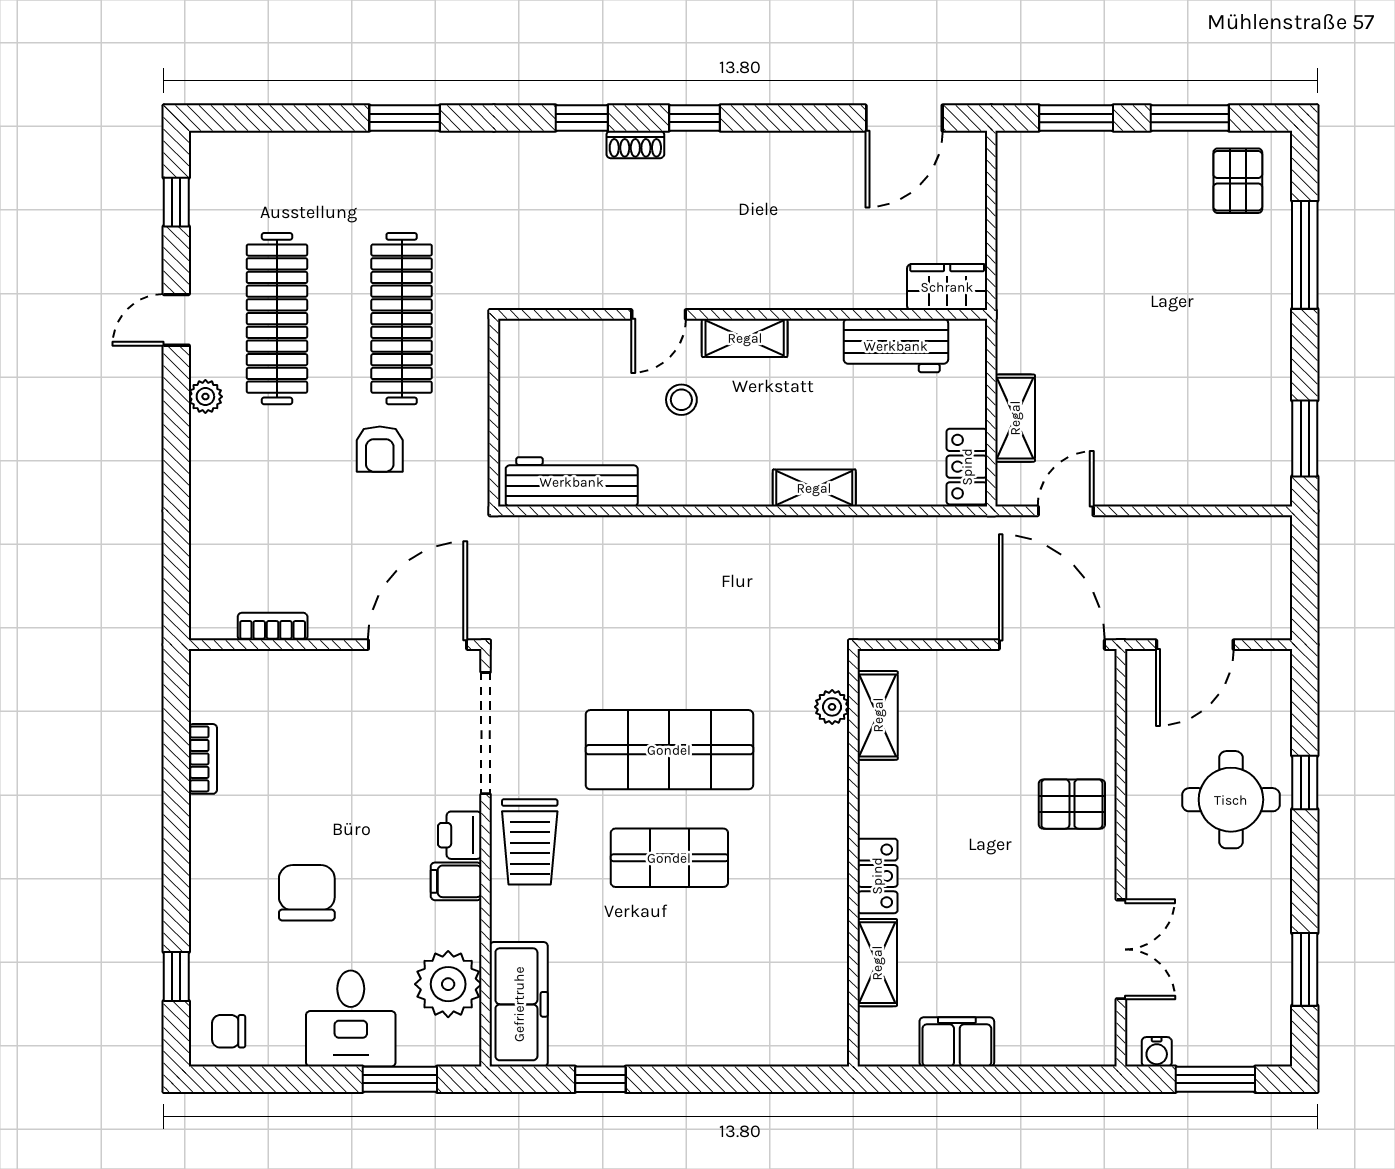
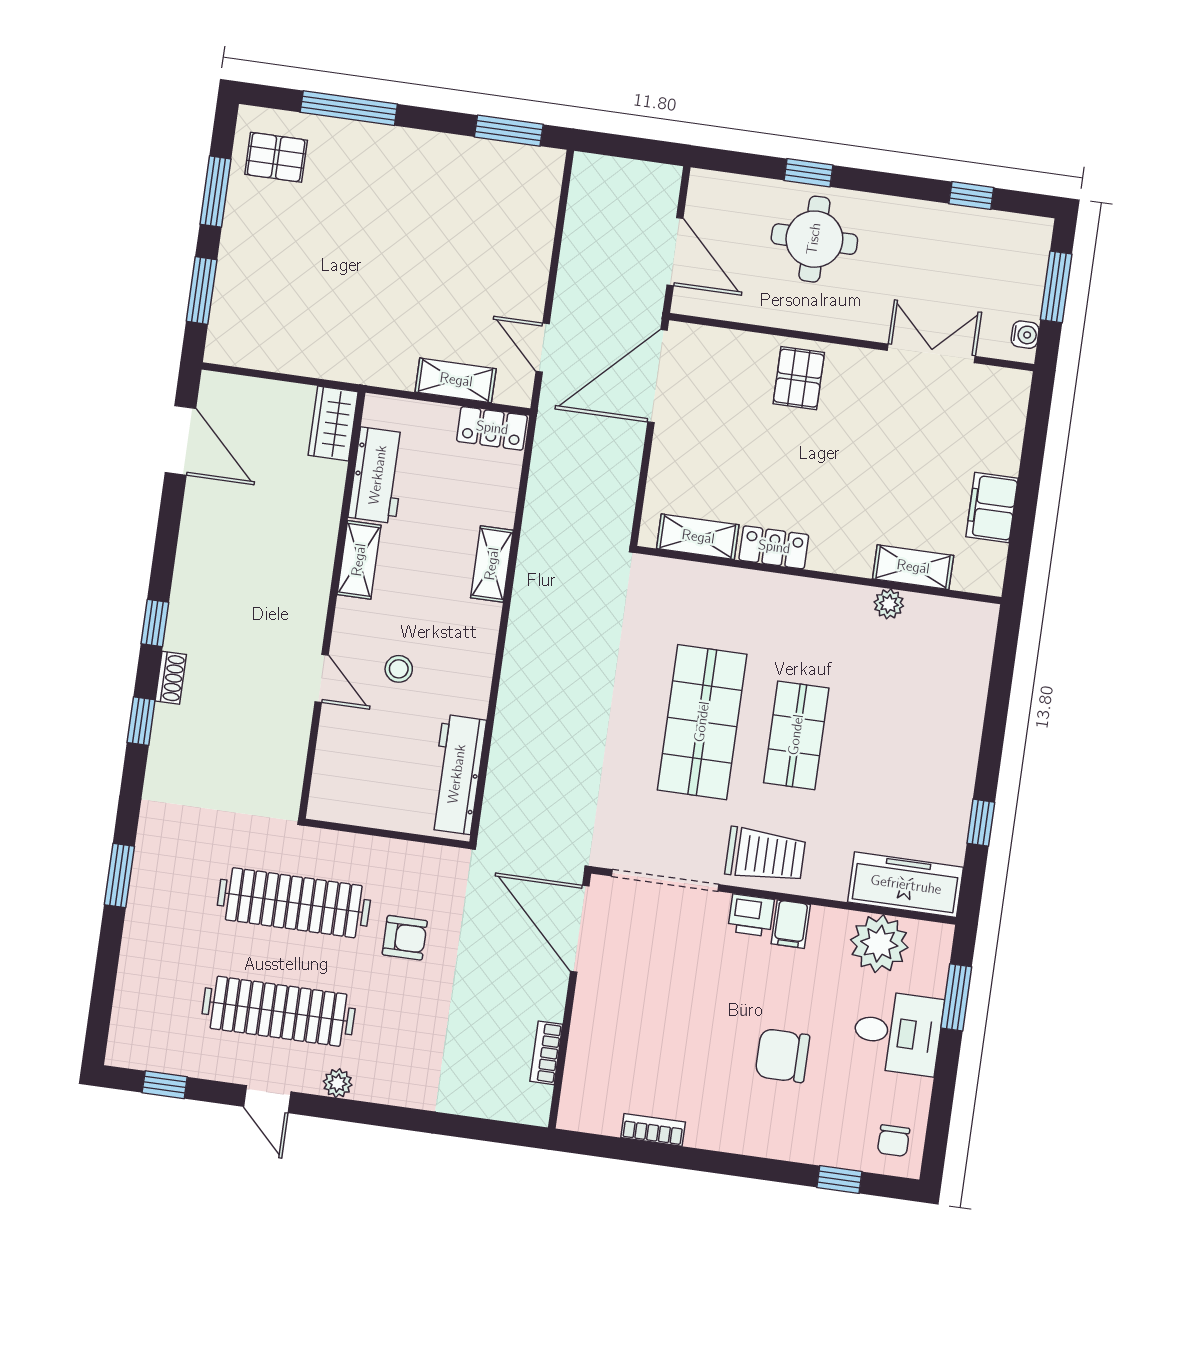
shelving: (745, 338) -> (359, 560), moved
plant: (832, 707) -> (889, 604), moved
locker: (877, 876) -> (774, 547), moved
window: (1305, 969) -> (971, 196), width x0.67

